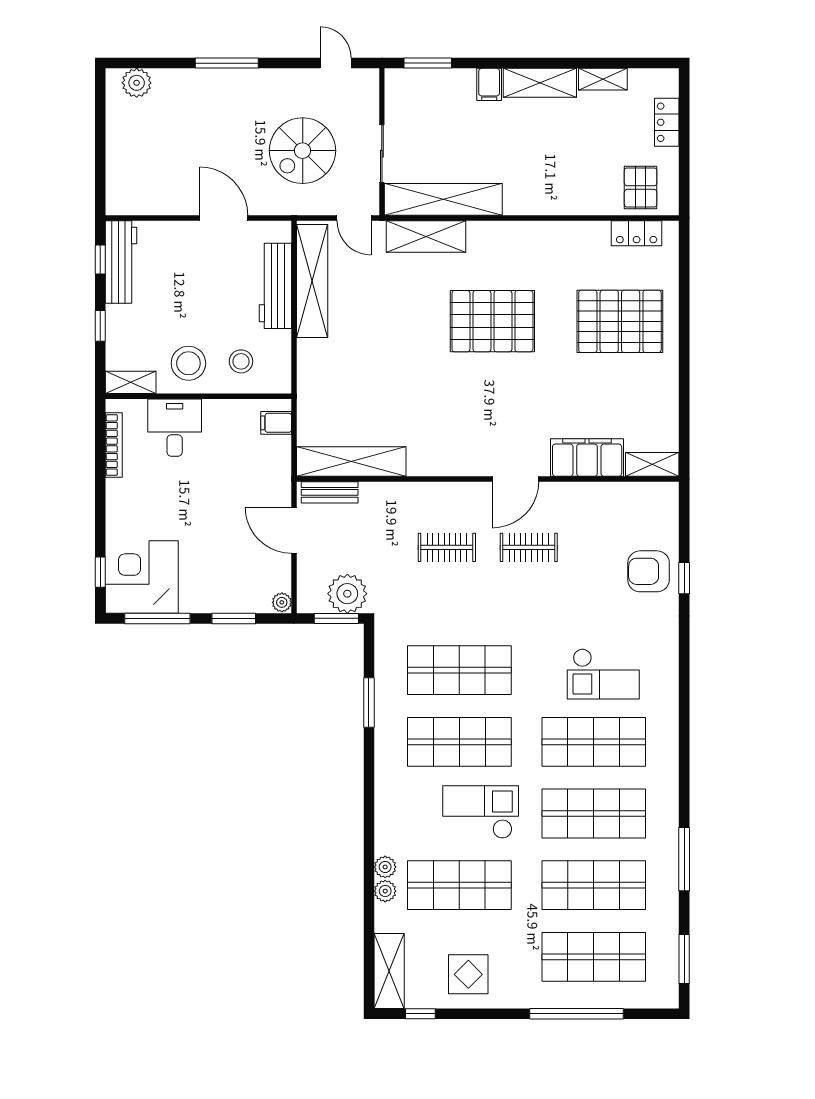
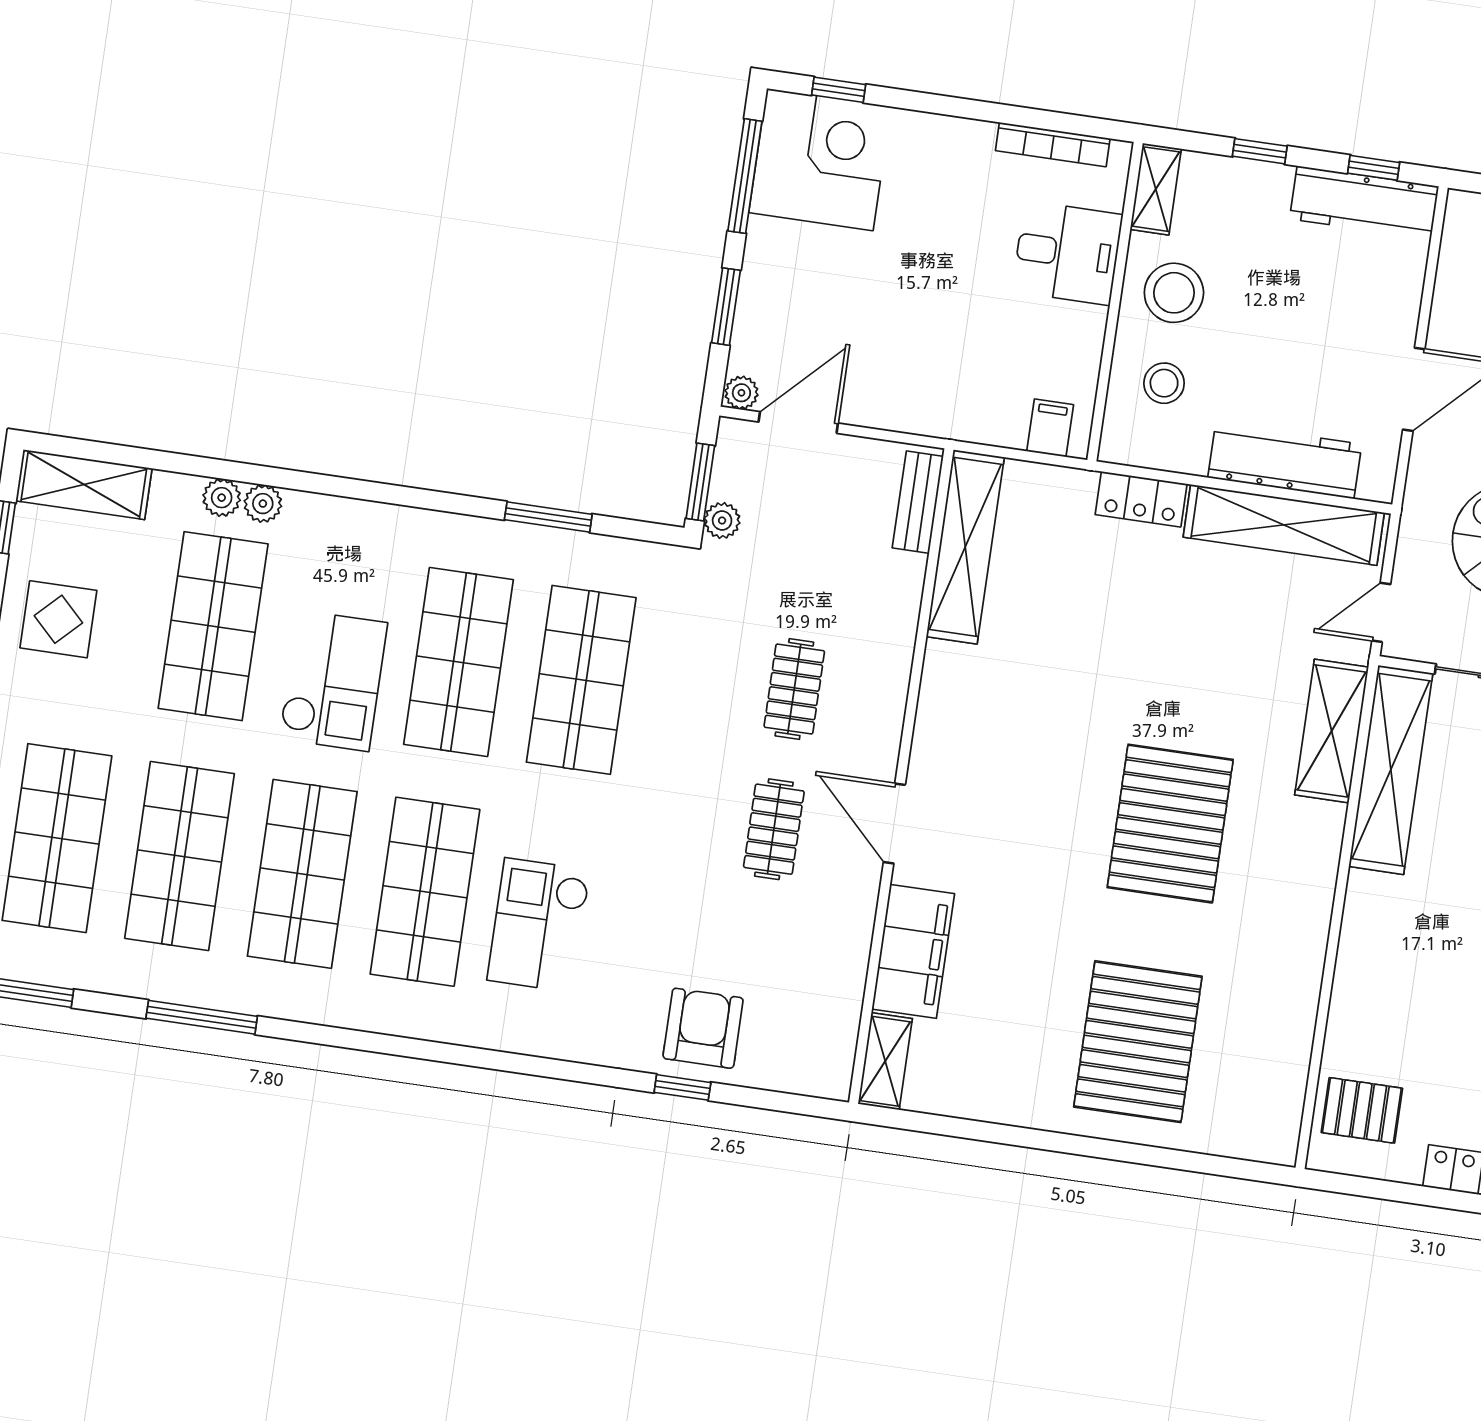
locker: (637, 233) -> (1141, 499), moved, turned -90
door: (294, 530) -> (798, 423), moved
plant: (347, 594) -> (722, 520), width x0.53, depth x0.53

